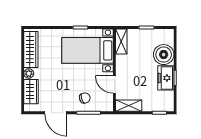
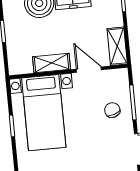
shelving: (121, 41) -> (52, 63), moved
door: (114, 84) -> (89, 70), swing flipped

